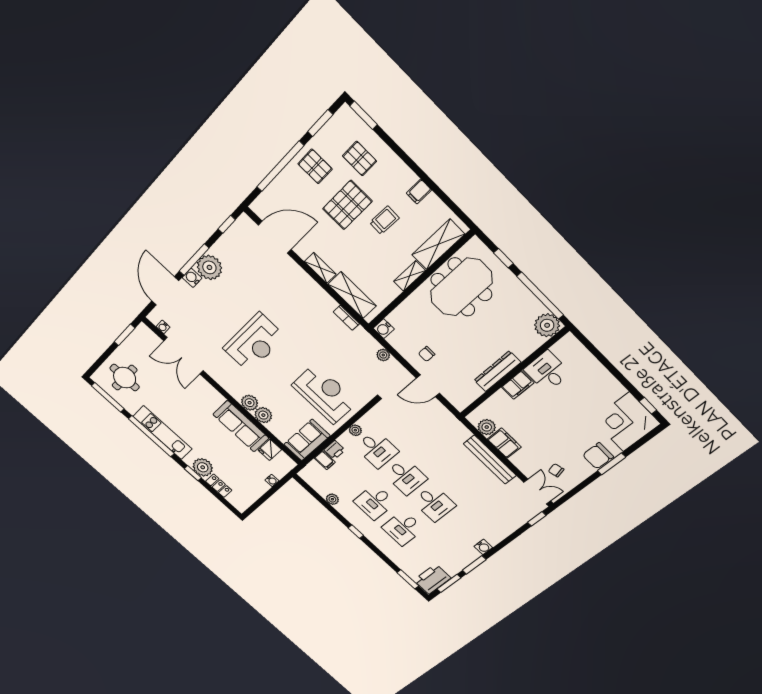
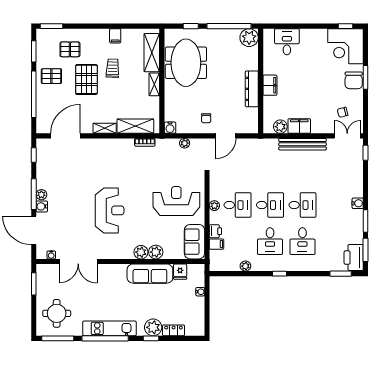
plant: (209, 267) -> (41, 195), width x0.53, depth x0.53
desk: (547, 371) -> (287, 42), moved, turned 90

